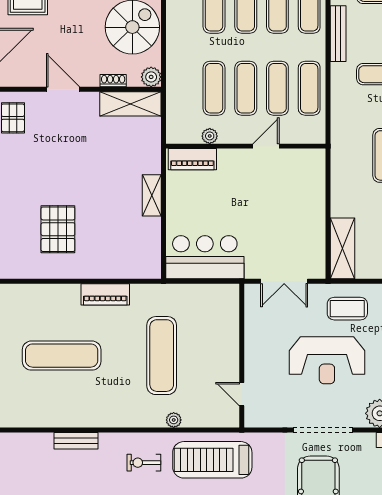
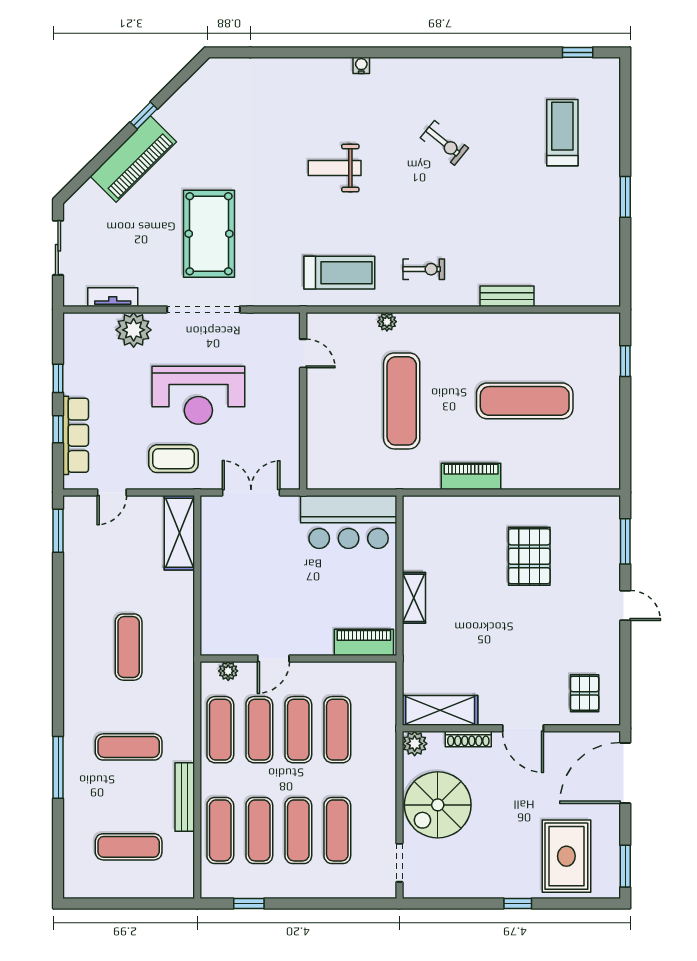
shoe rack: (113, 81) -> (468, 739), width x1.43
plant: (210, 136) -> (228, 671), moved
reception desk: (327, 360) -> (198, 395), turned 180
treadmill: (212, 460) -> (339, 273), width x0.73, depth x0.73

